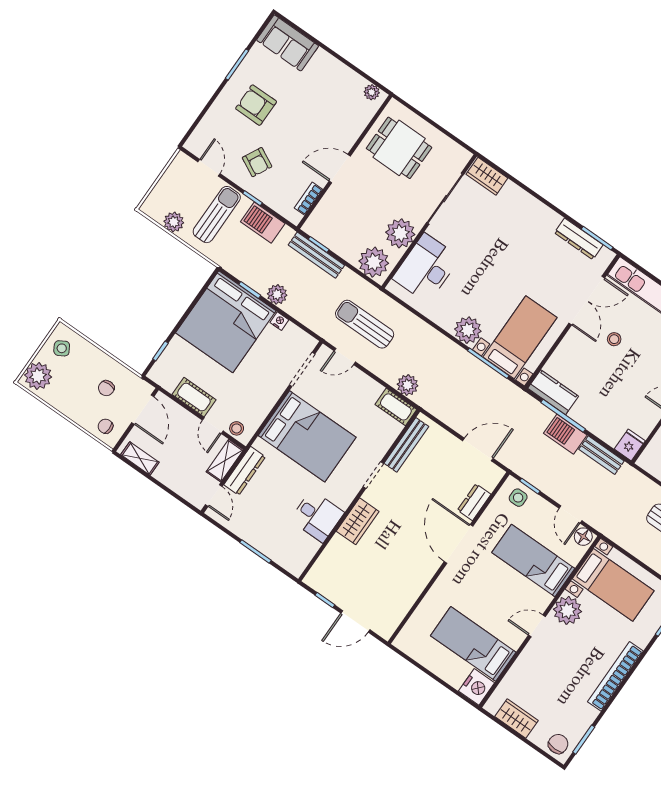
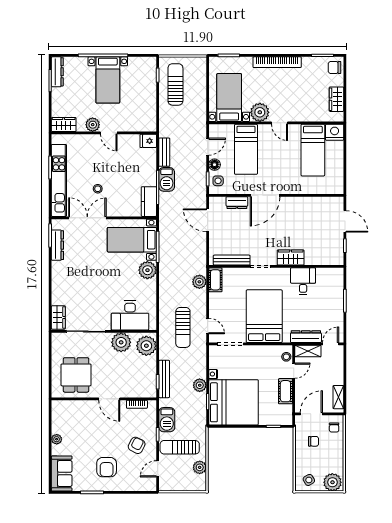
plant: (372, 92) -> (57, 439), moved
floor lamp: (583, 537) -> (215, 165), moved

